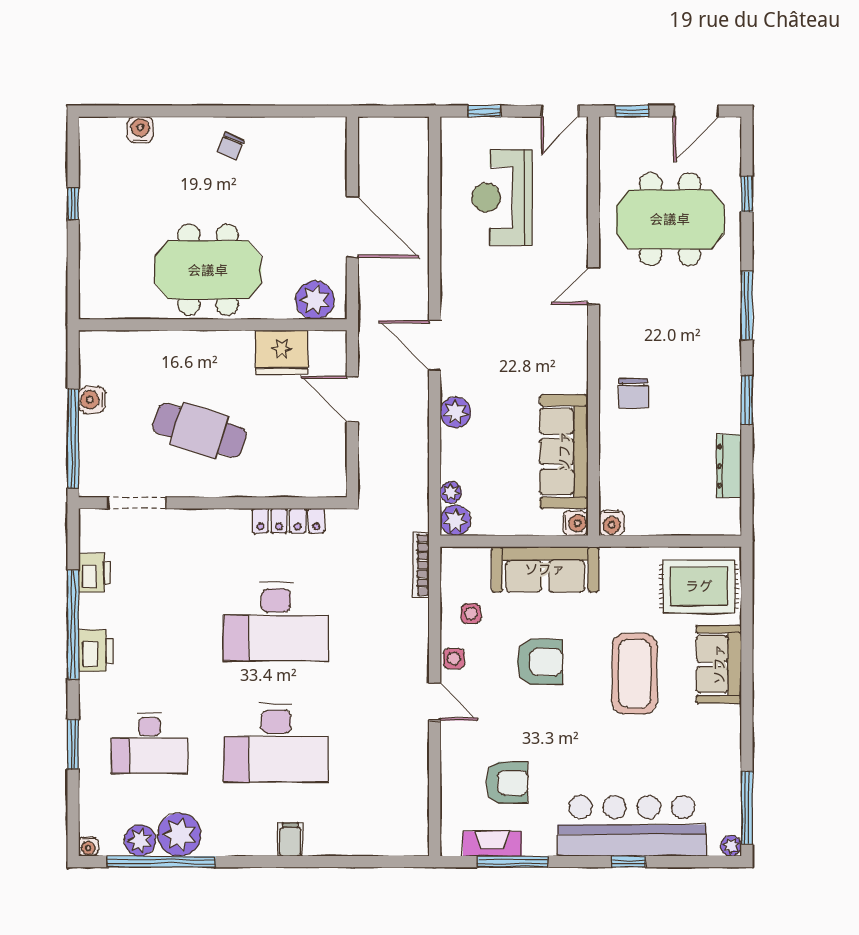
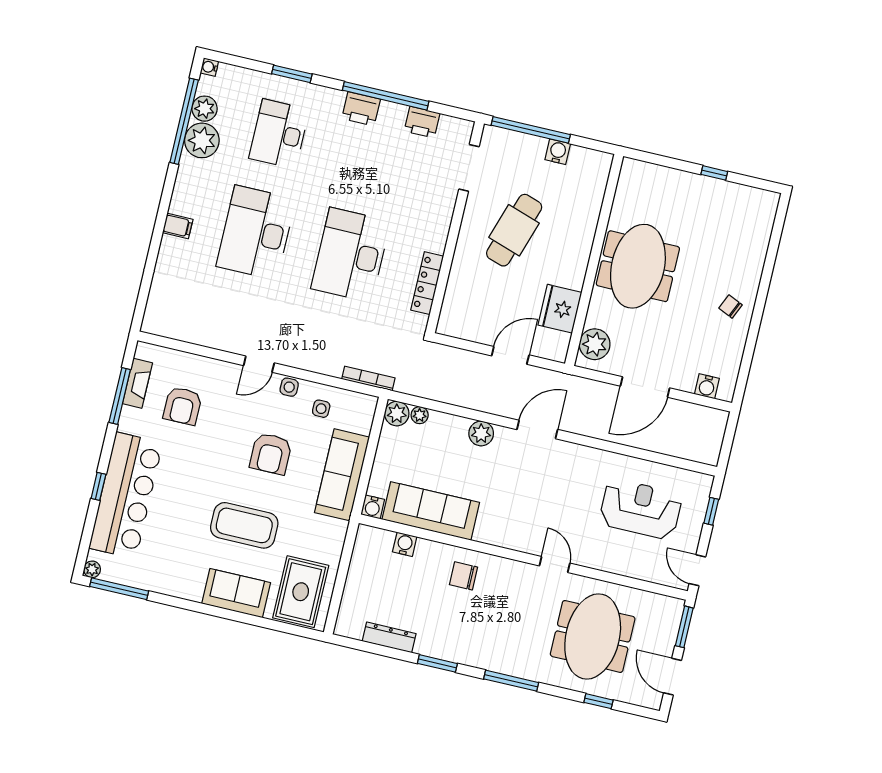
window: (632, 111) -> (684, 627), width x1.50
water cooler: (140, 130) -> (707, 386), moved, turned 90
water cooler: (612, 523) -> (405, 544), moved, turned 90

